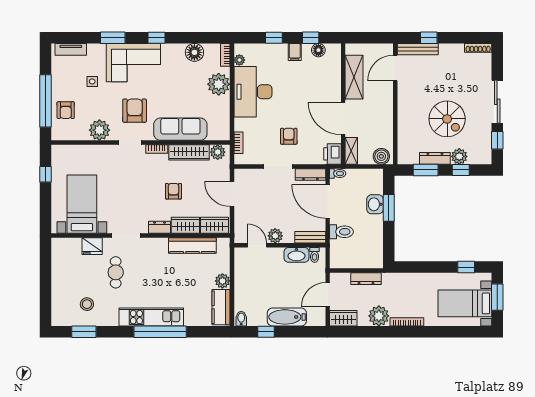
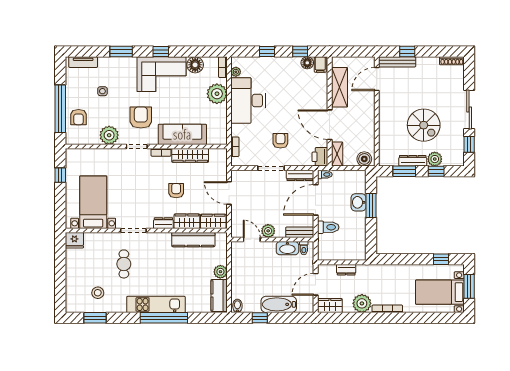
filing cabinet: (295, 52) -> (320, 65), moved
corner sofa: (133, 63) -> (161, 74), moved
plant: (218, 152) -> (216, 155), removed
door: (328, 202) -> (316, 200), hinge flipped
fridge: (92, 246) -> (74, 240), moved
dresser: (366, 279) -> (346, 270), width x0.70

